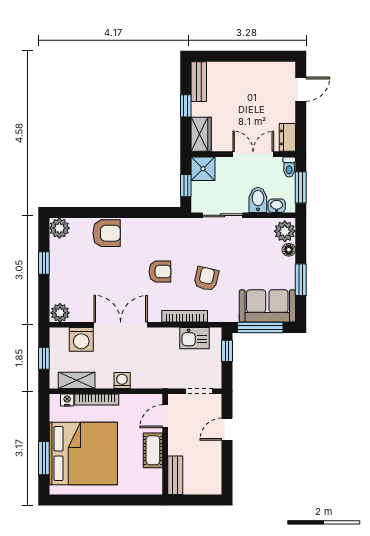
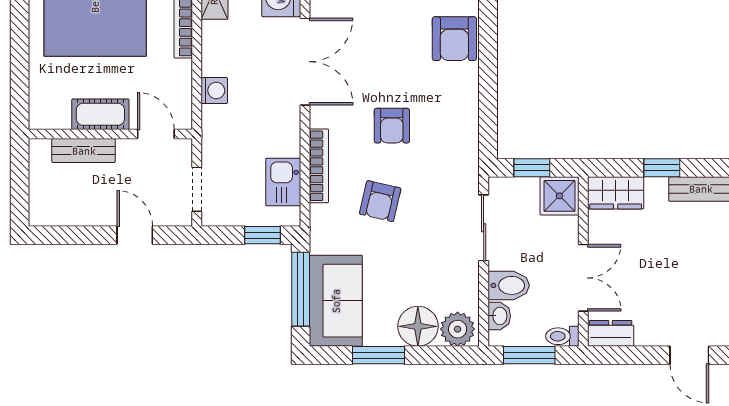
floor lamp: (289, 250) -> (418, 326), width x1.89, depth x1.89
armchair: (206, 279) -> (380, 201), turned 90
washing machine: (122, 381) -> (214, 91), moved
bench: (175, 475) -> (84, 151), moved

